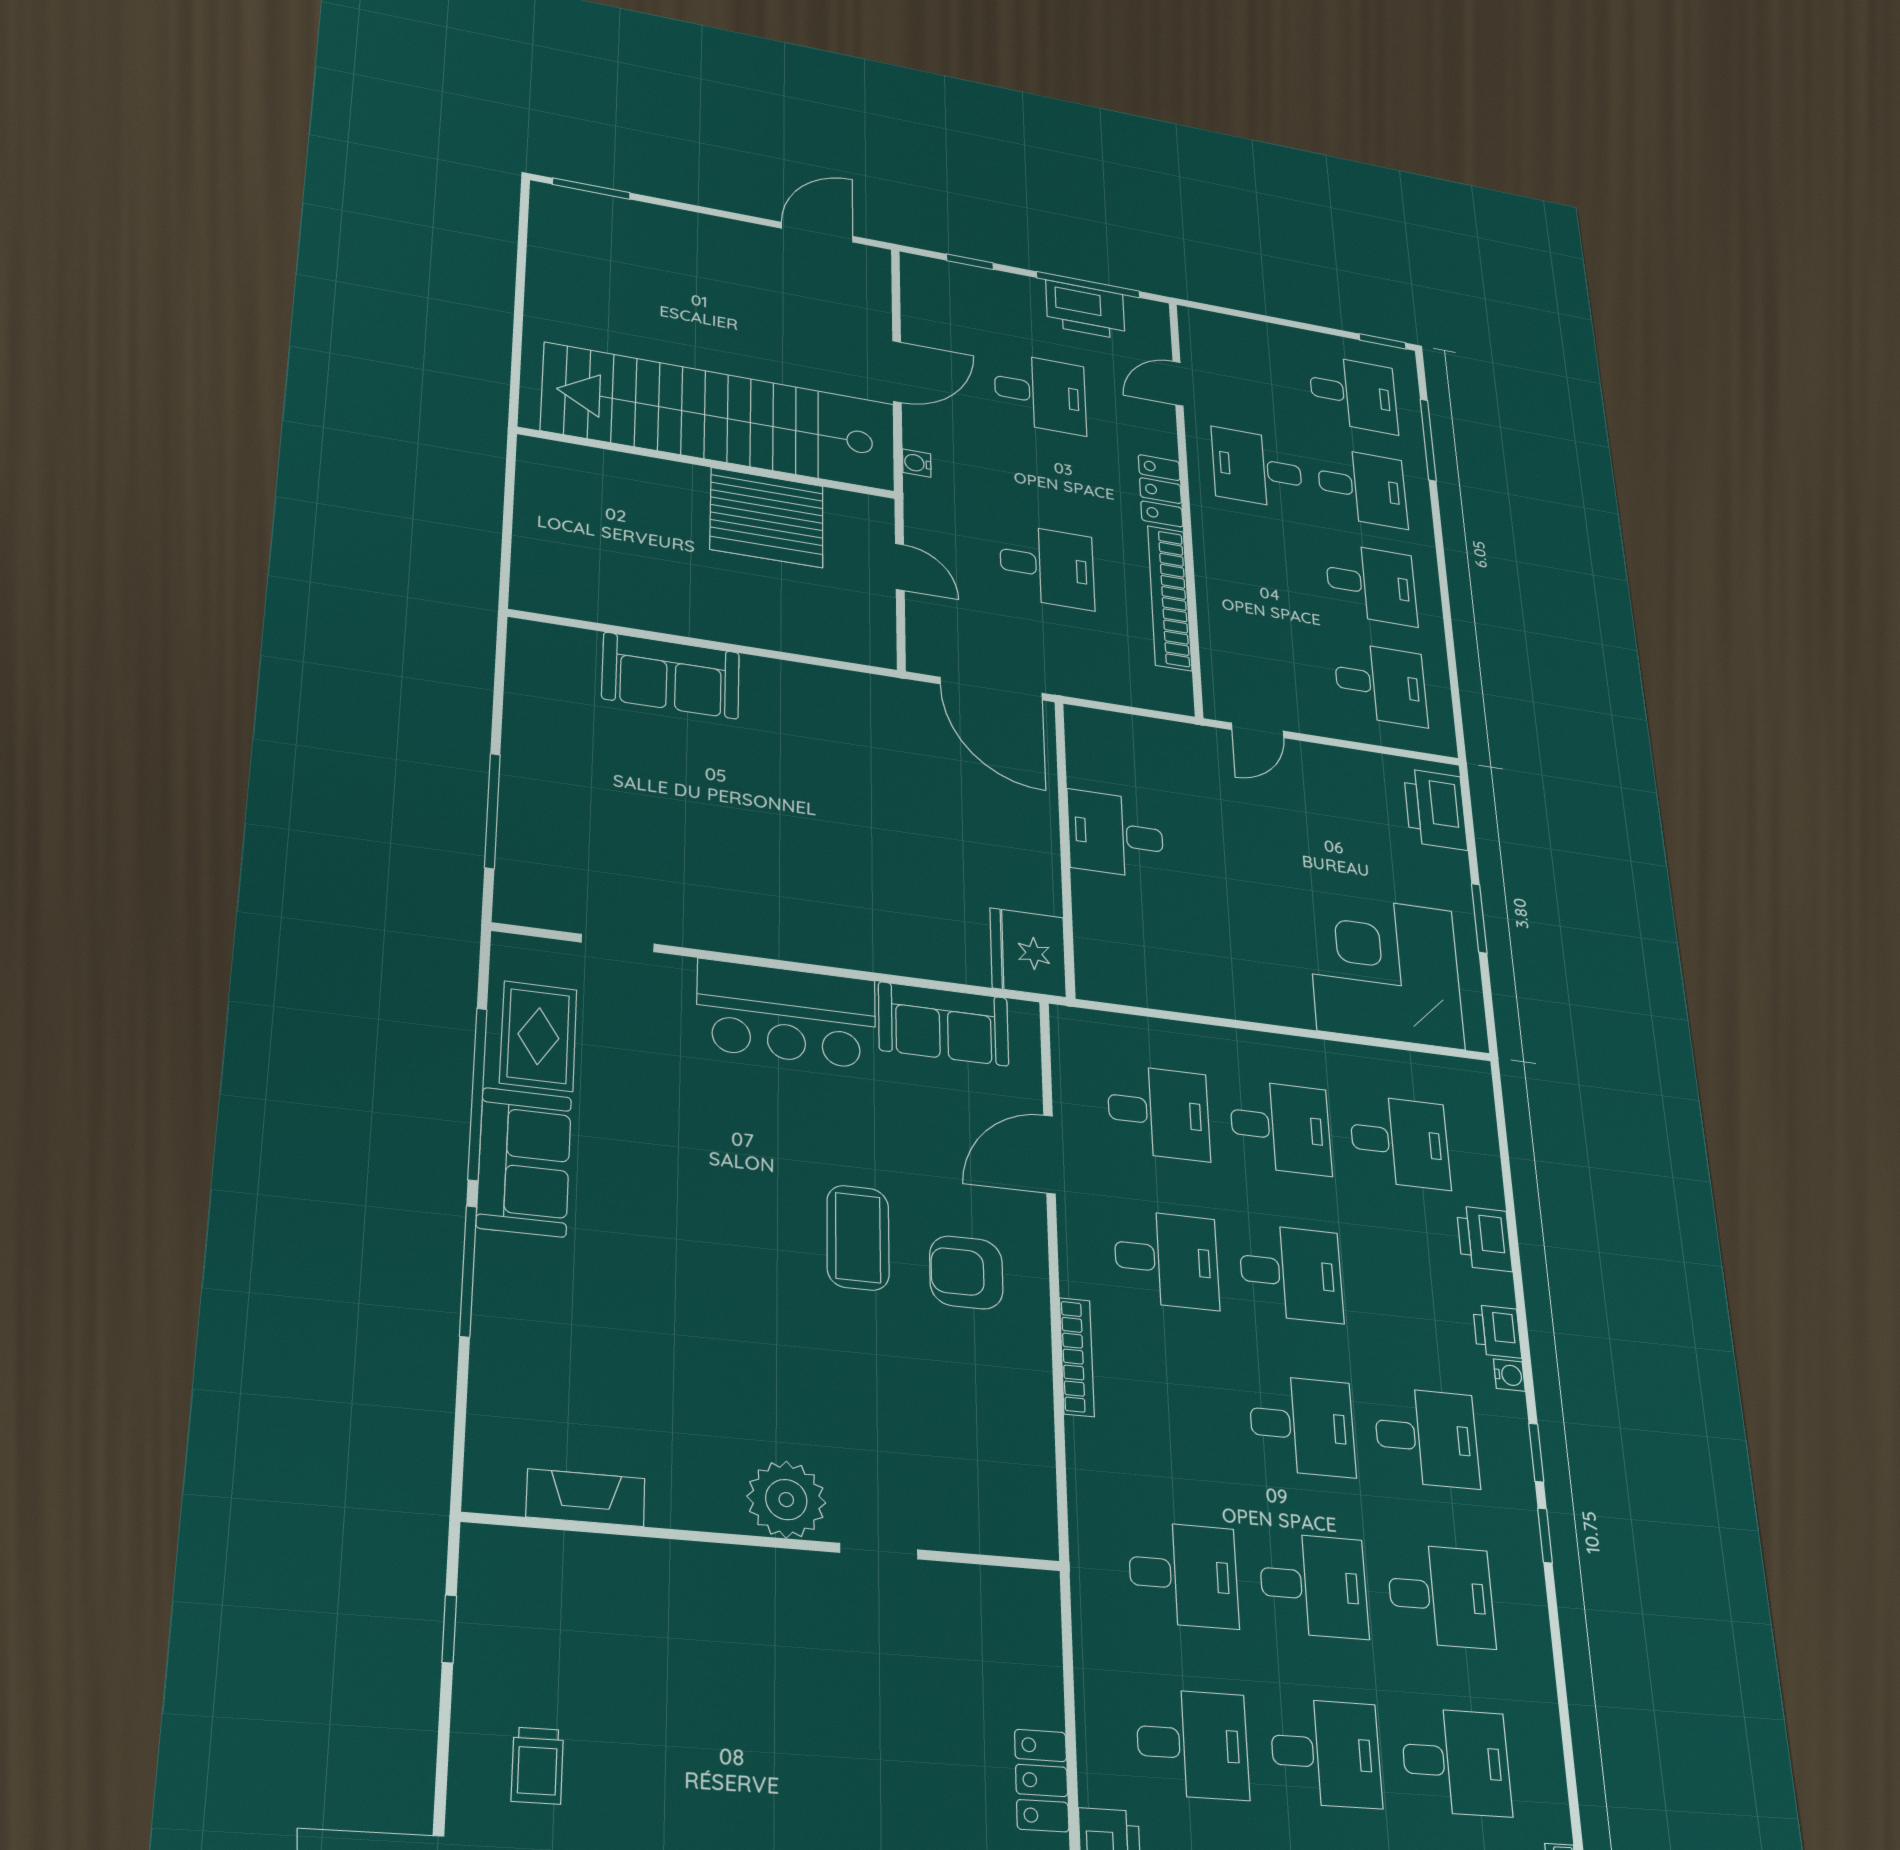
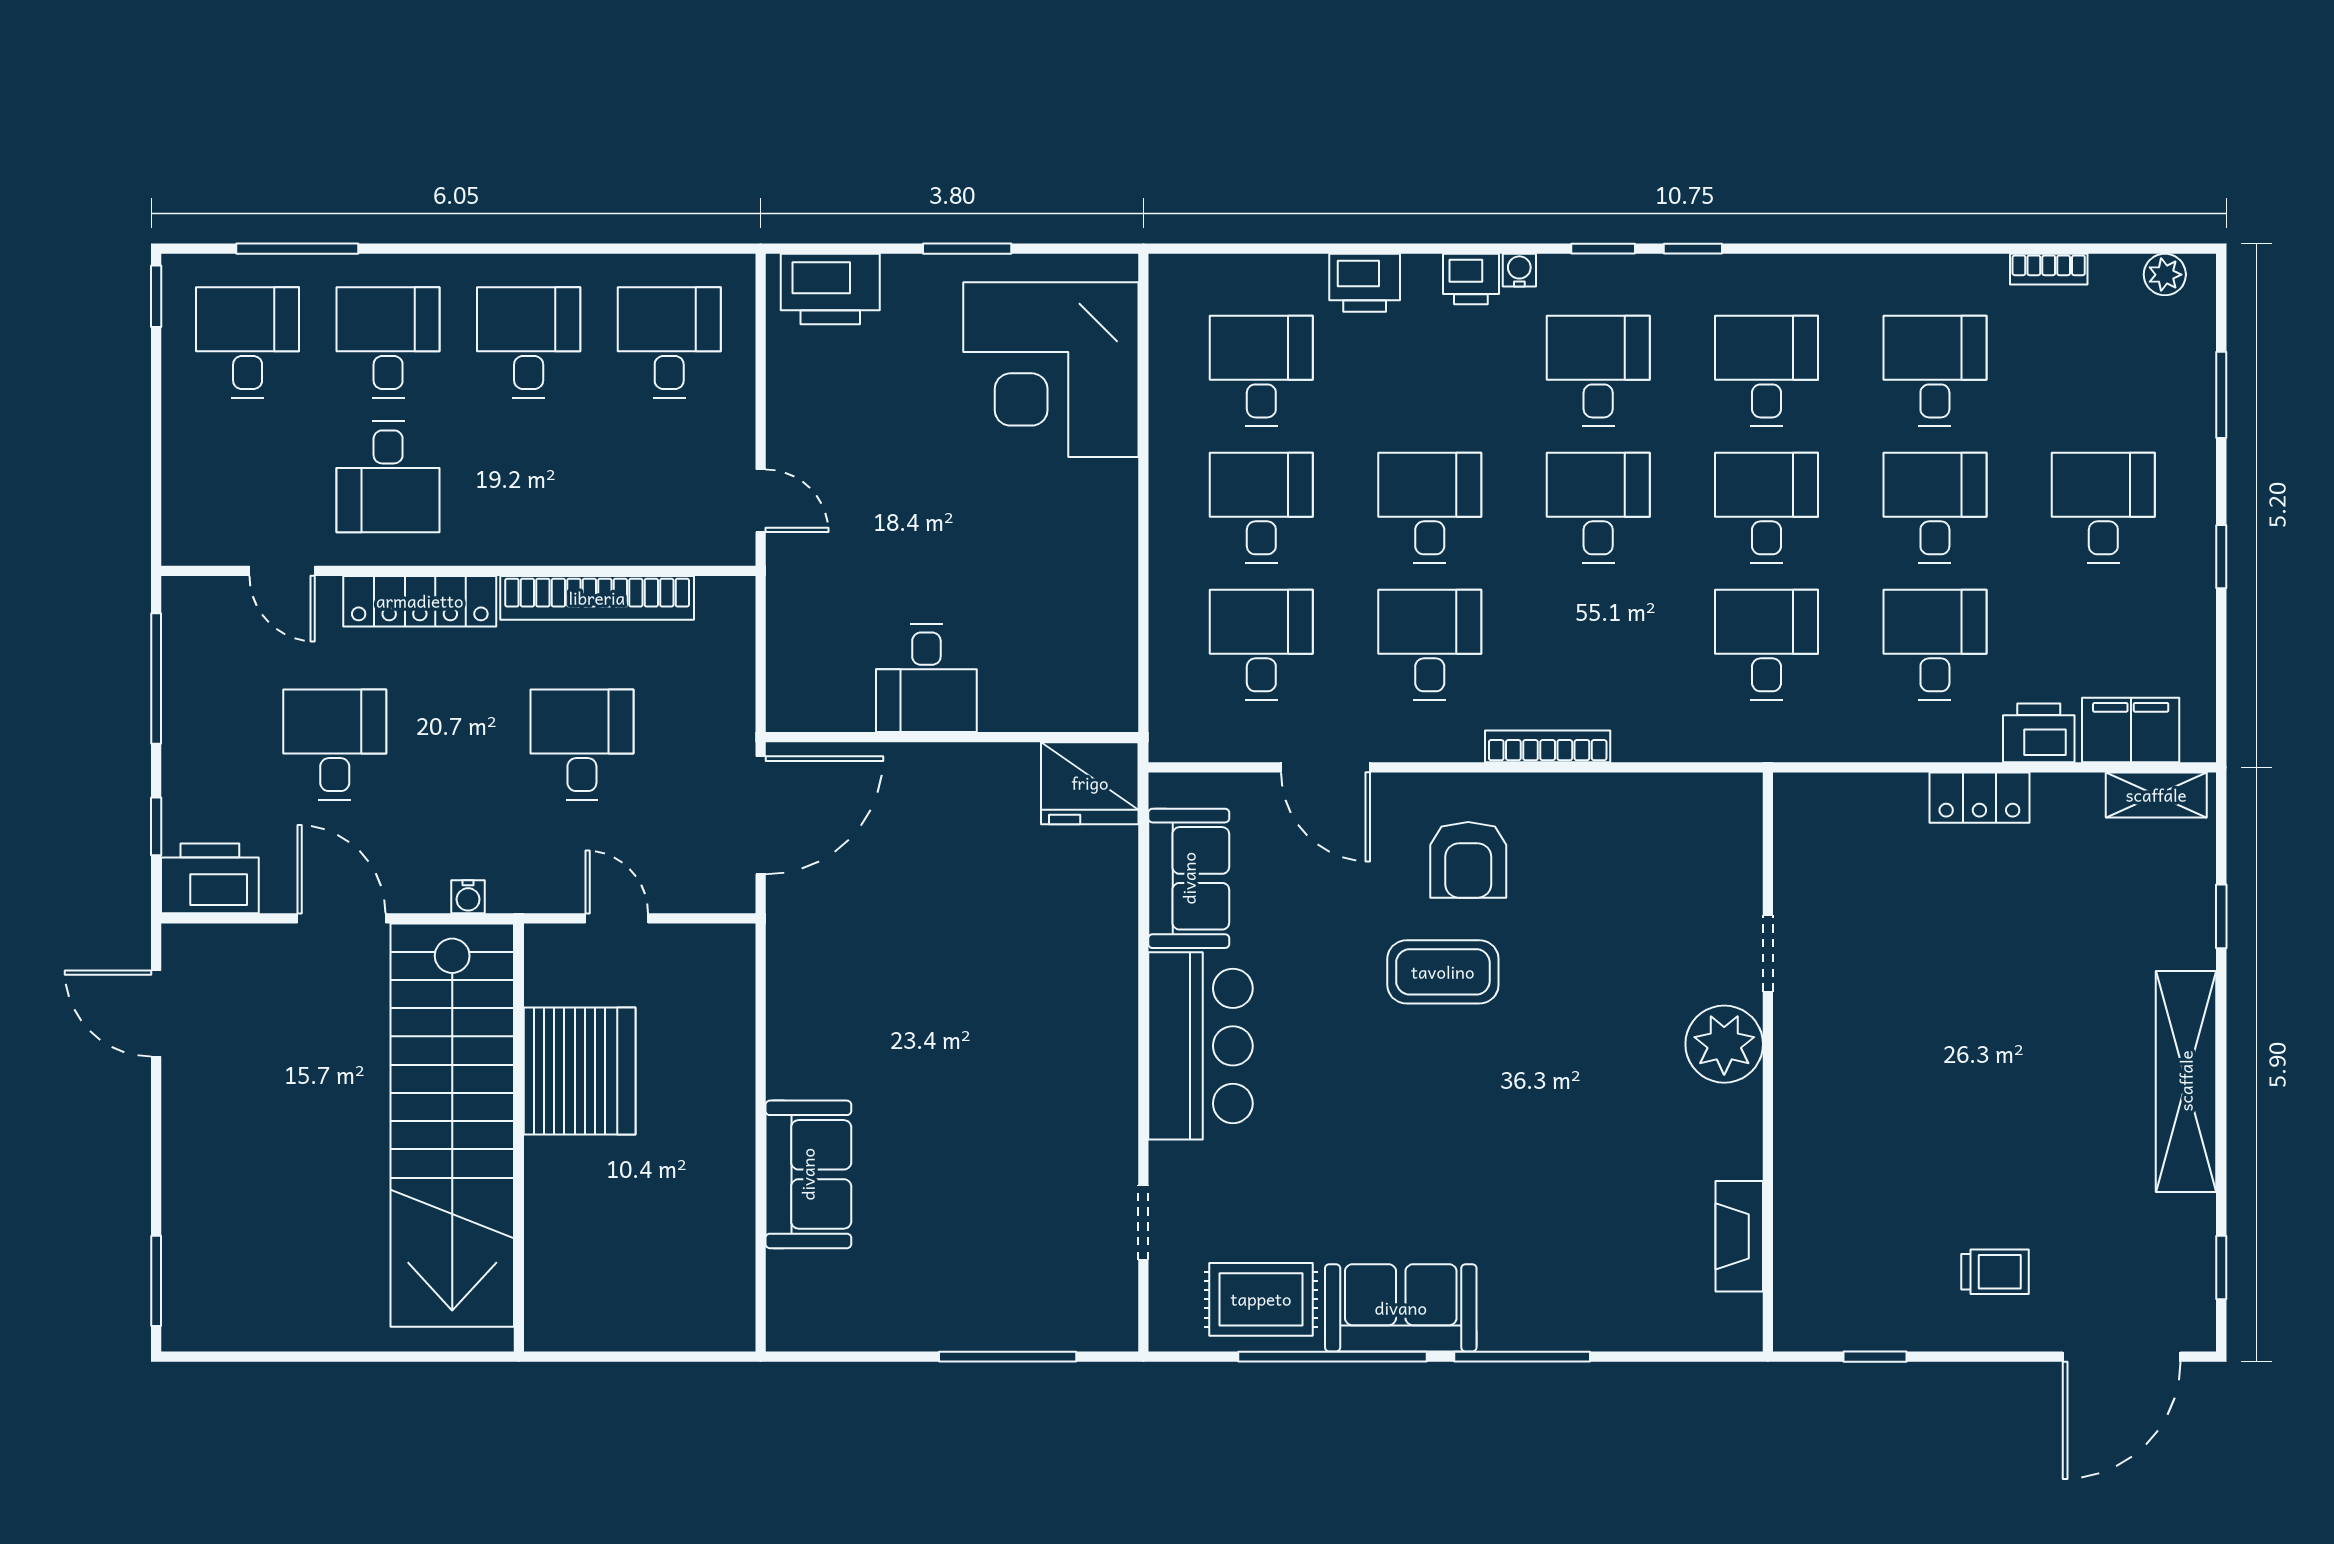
printer: (1085, 310) -> (210, 878), moved, turned -90
locker: (1160, 491) -> (420, 601), width x1.53
door: (900, 567) -> (617, 918), hinge flipped

